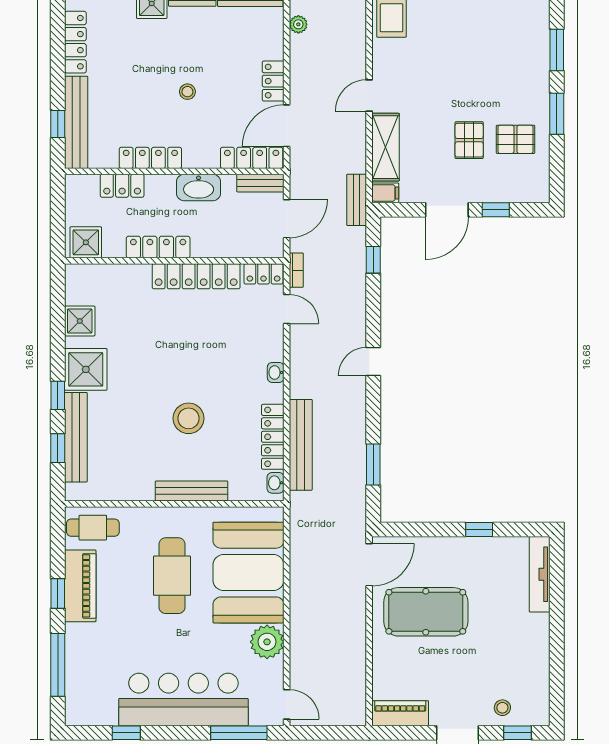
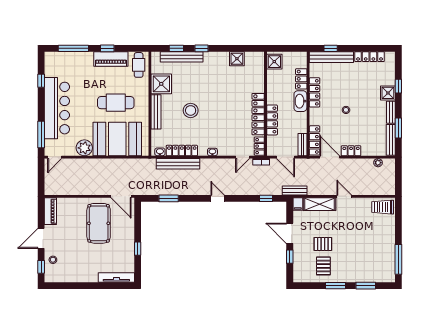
washbasin: (199, 187) -> (300, 101), moved
locker: (158, 247) -> (272, 120), moved
shower: (86, 369) -> (161, 84), moved

